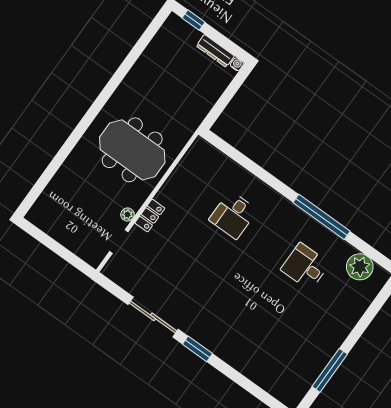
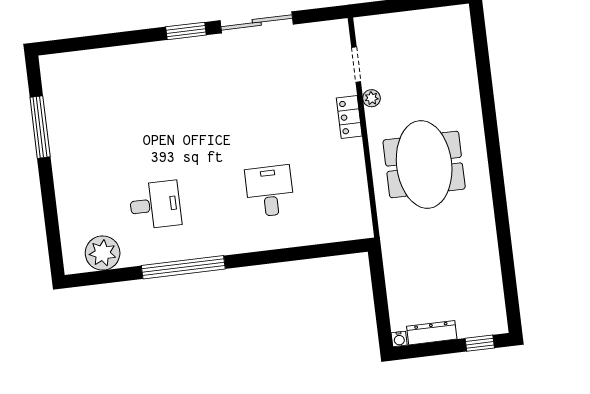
meeting table: (132, 150) -> (424, 164), turned 90

